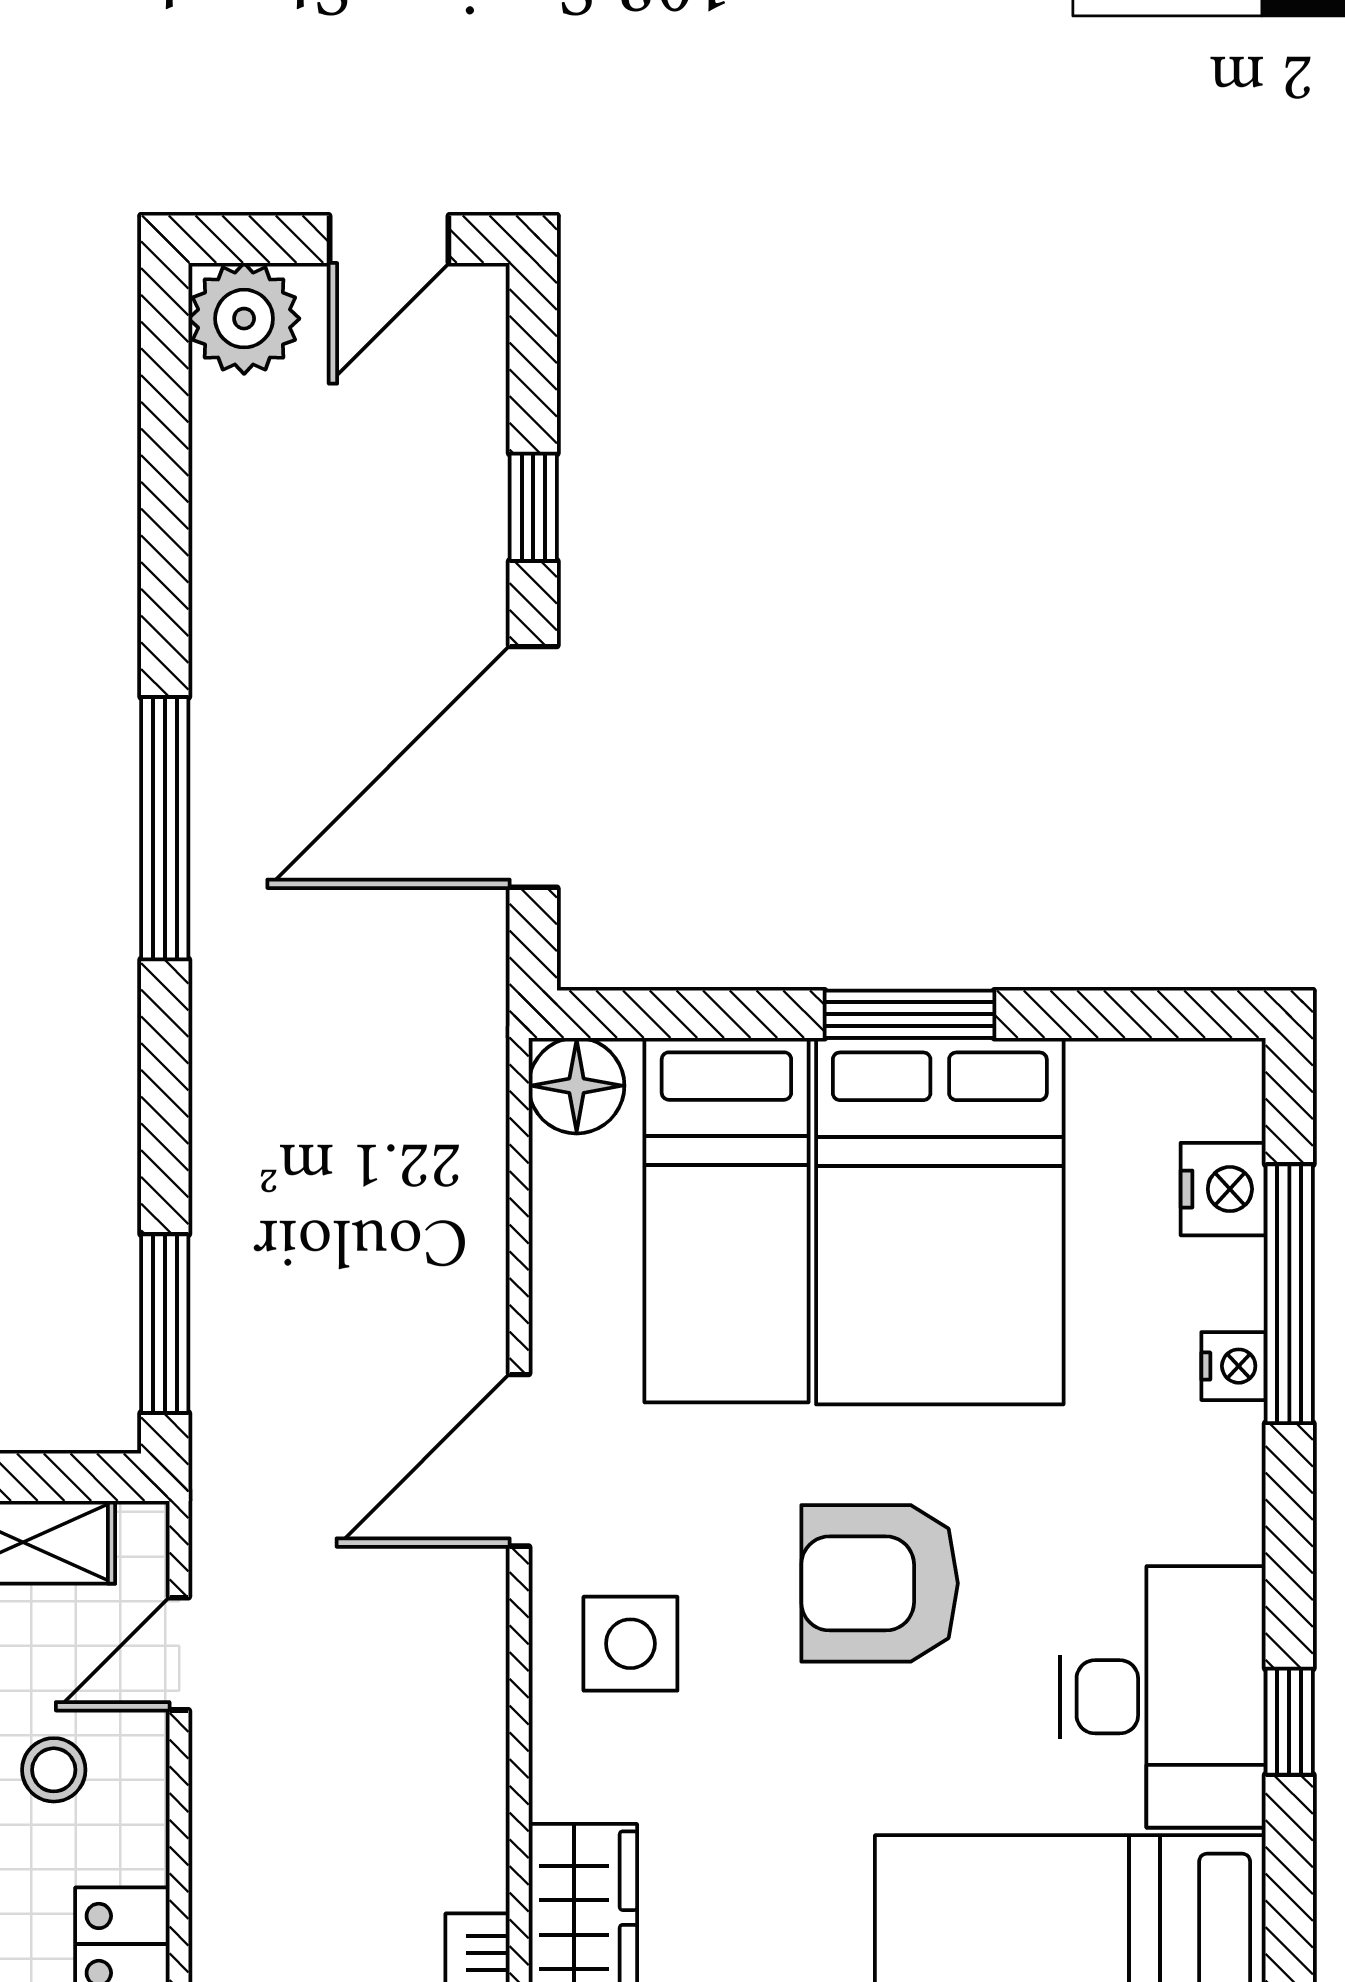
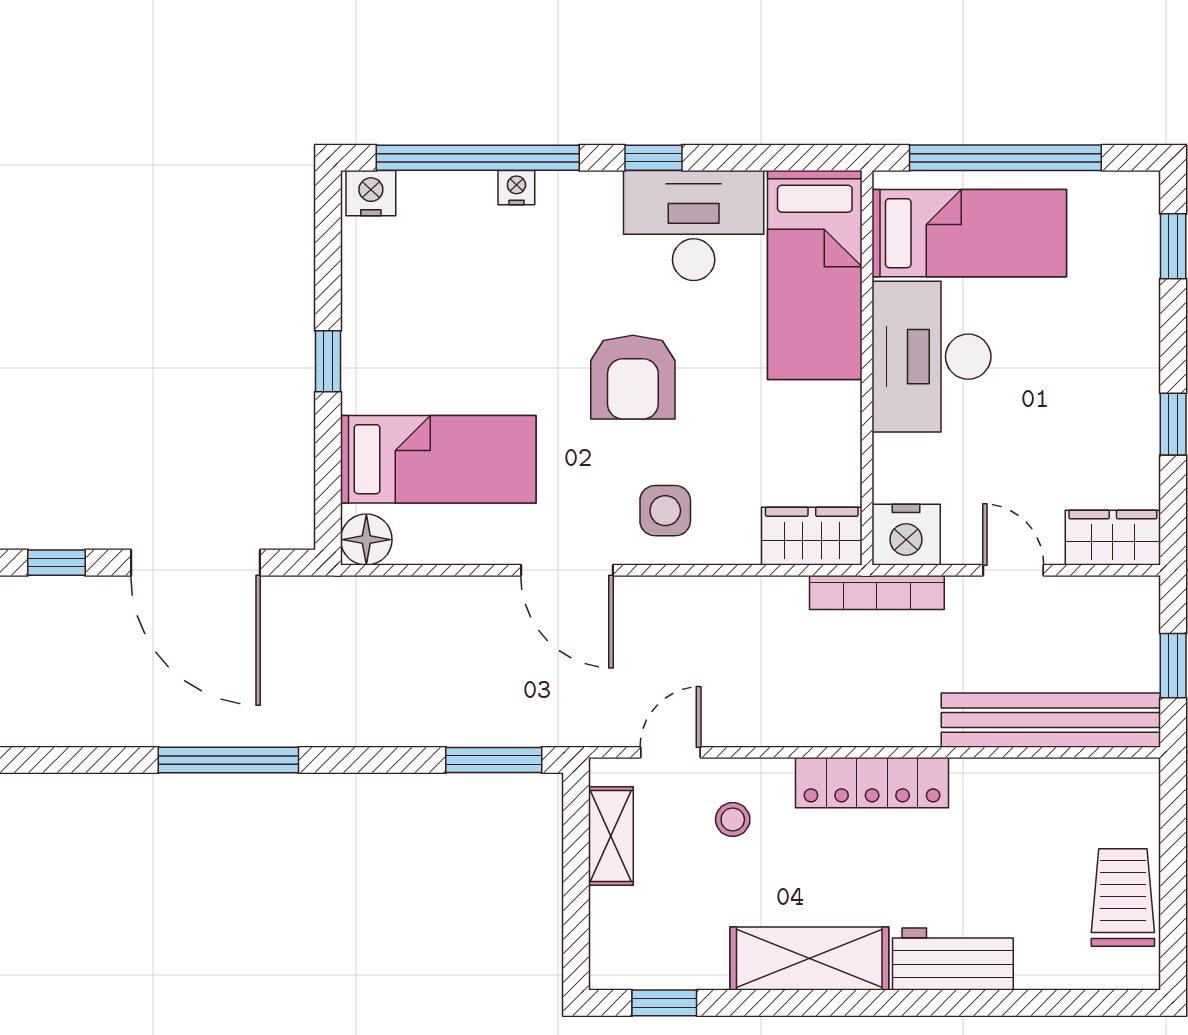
window: (910, 1014) -> (328, 361), width x0.67
nightstand: (1223, 1189) -> (371, 193), moved
bed: (940, 1221) -> (439, 345), removed
window: (1289, 1294) -> (478, 158), width x1.46
door: (179, 1654) -> (671, 752), swing flipped
window: (1289, 1722) -> (653, 158), moved

